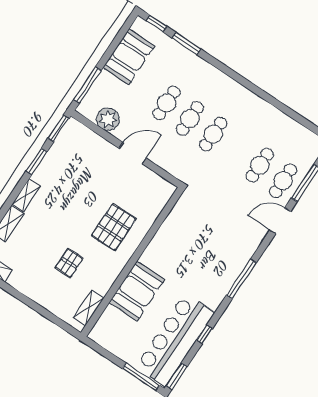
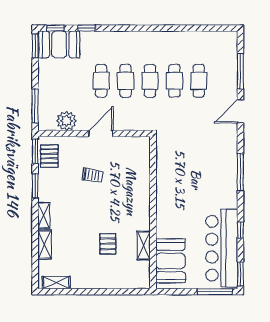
window: (126, 28) -> (35, 46), added
window: (186, 43) -> (87, 28), width x0.67
booth: (129, 57) -> (59, 44), moved, turned 90
cafe table: (283, 181) -> (174, 81), moved
trolley: (98, 188) -> (92, 175), added
pallet: (114, 227) -> (49, 156), moved, width x0.67, depth x0.71
booth: (137, 291) -> (170, 261), moved
shelving: (89, 308) -> (144, 246), moved

